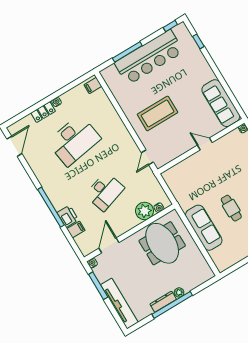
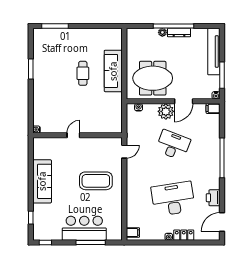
bar counter: (149, 57) -> (84, 228), width x0.73
sofa: (221, 103) -> (42, 181), moved
door: (205, 144) -> (73, 135), swing flipped
desk: (105, 191) -> (173, 145), turned 39
plant: (145, 211) -> (166, 111), moved
printer: (68, 216) -> (213, 198), moved
filing cabinet: (76, 230) -> (213, 109), moved
meeting table: (162, 243) -> (153, 78), turned 90
door: (109, 245) -> (184, 101), moved

